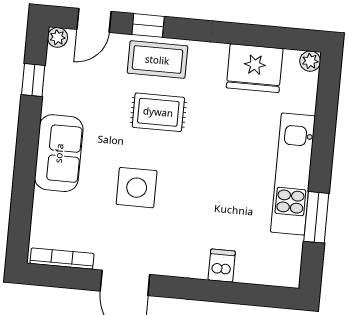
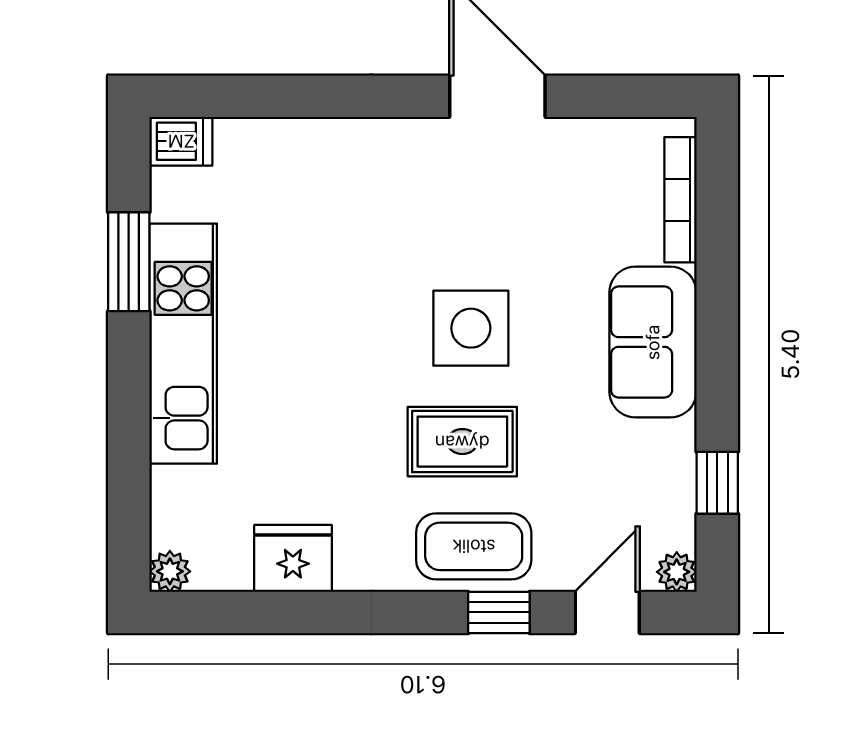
fridge: (255, 68) -> (293, 558), width x0.73, depth x0.75
side table: (137, 188) -> (471, 328), moved
bookcase: (62, 259) -> (680, 200), moved, turned 90
dishwasher: (222, 266) -> (181, 141), moved, turned -90

